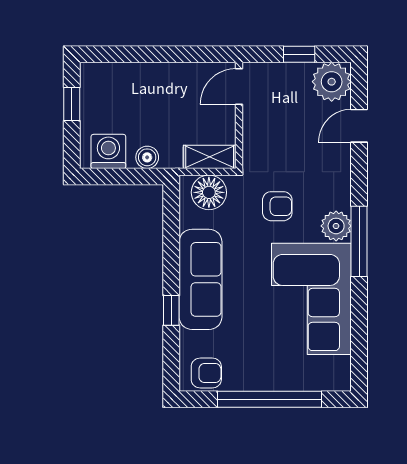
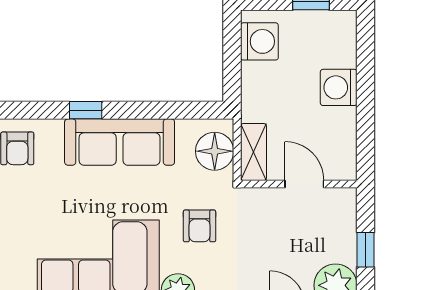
washing machine: (151, 79) -> (339, 87), added
door: (239, 86) -> (304, 184), moved
boiler: (147, 157) -> (253, 84), removed

